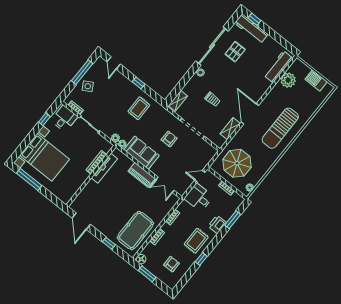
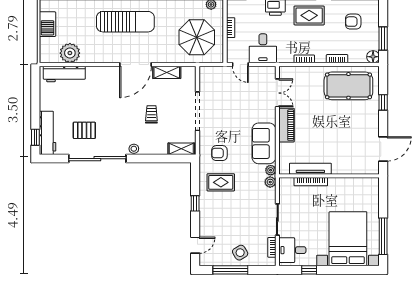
armchair: (169, 139) -> (219, 153), moved

